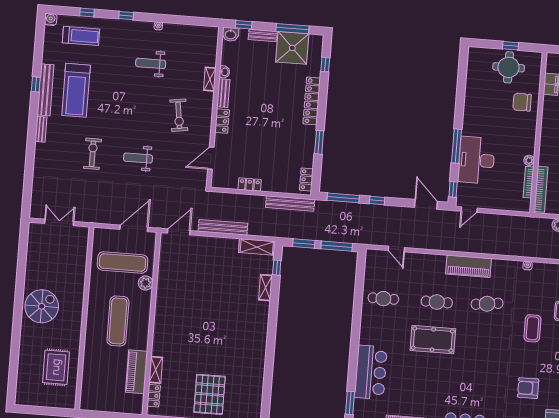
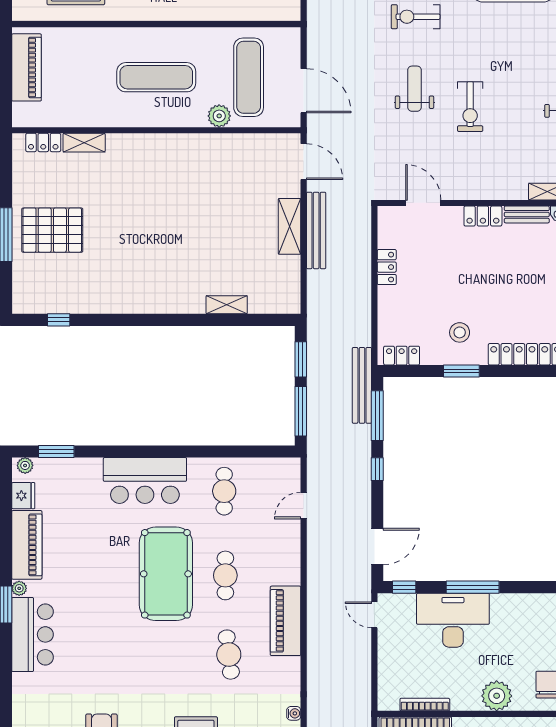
exercise bike: (179, 115) -> (470, 107), moved, turned -82
stool: (295, 142) -> (460, 332), added
exercise bike: (93, 154) -> (416, 17), turned 180
plant: (529, 160) -> (497, 696), moved, width x1.88, depth x1.88
bench: (290, 203) -> (362, 385), moved
shelving: (257, 247) -> (289, 226), moved
window: (277, 268) -> (59, 320), moved
pool table: (433, 340) -> (166, 574), width x1.36, depth x1.32
piano: (136, 372) -> (26, 67), moved, turned 90
bar counter: (371, 372) -> (145, 480), moved

